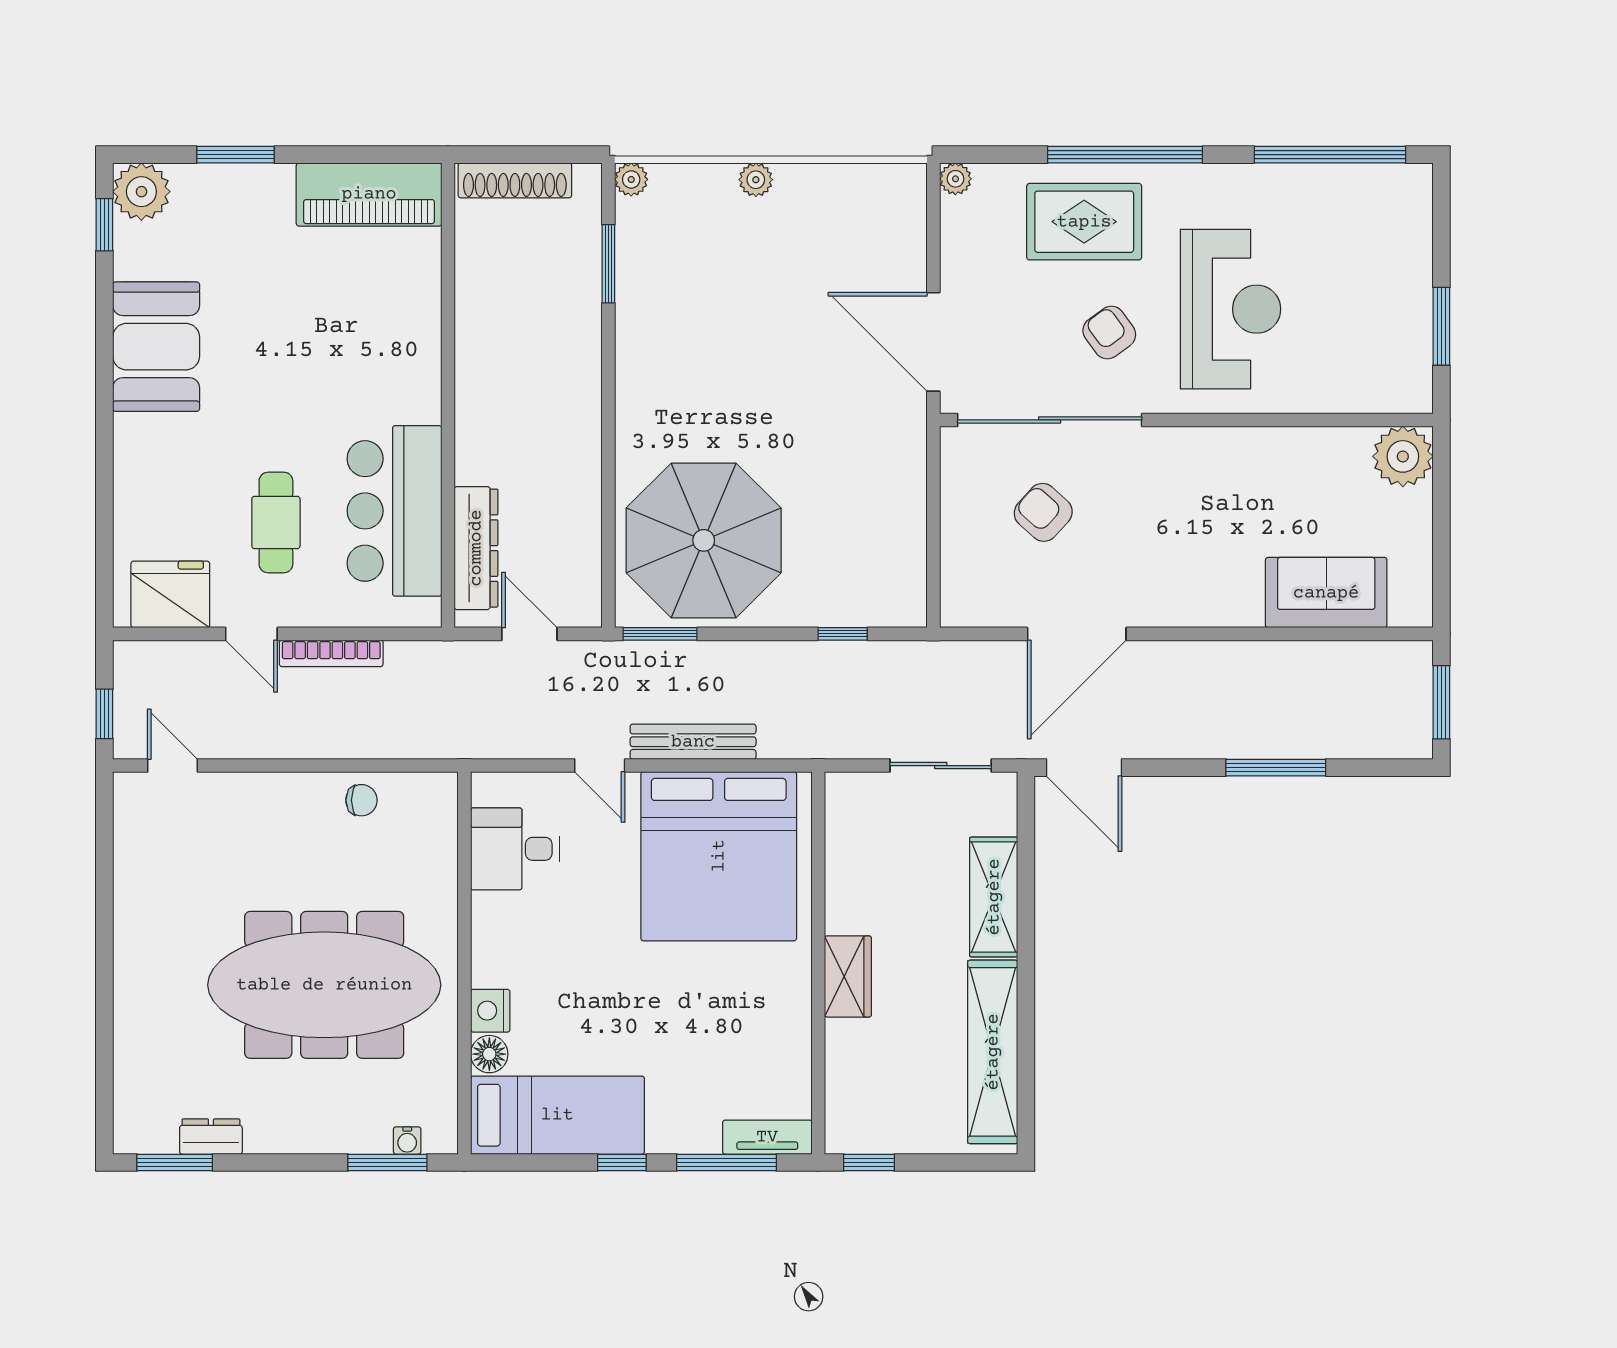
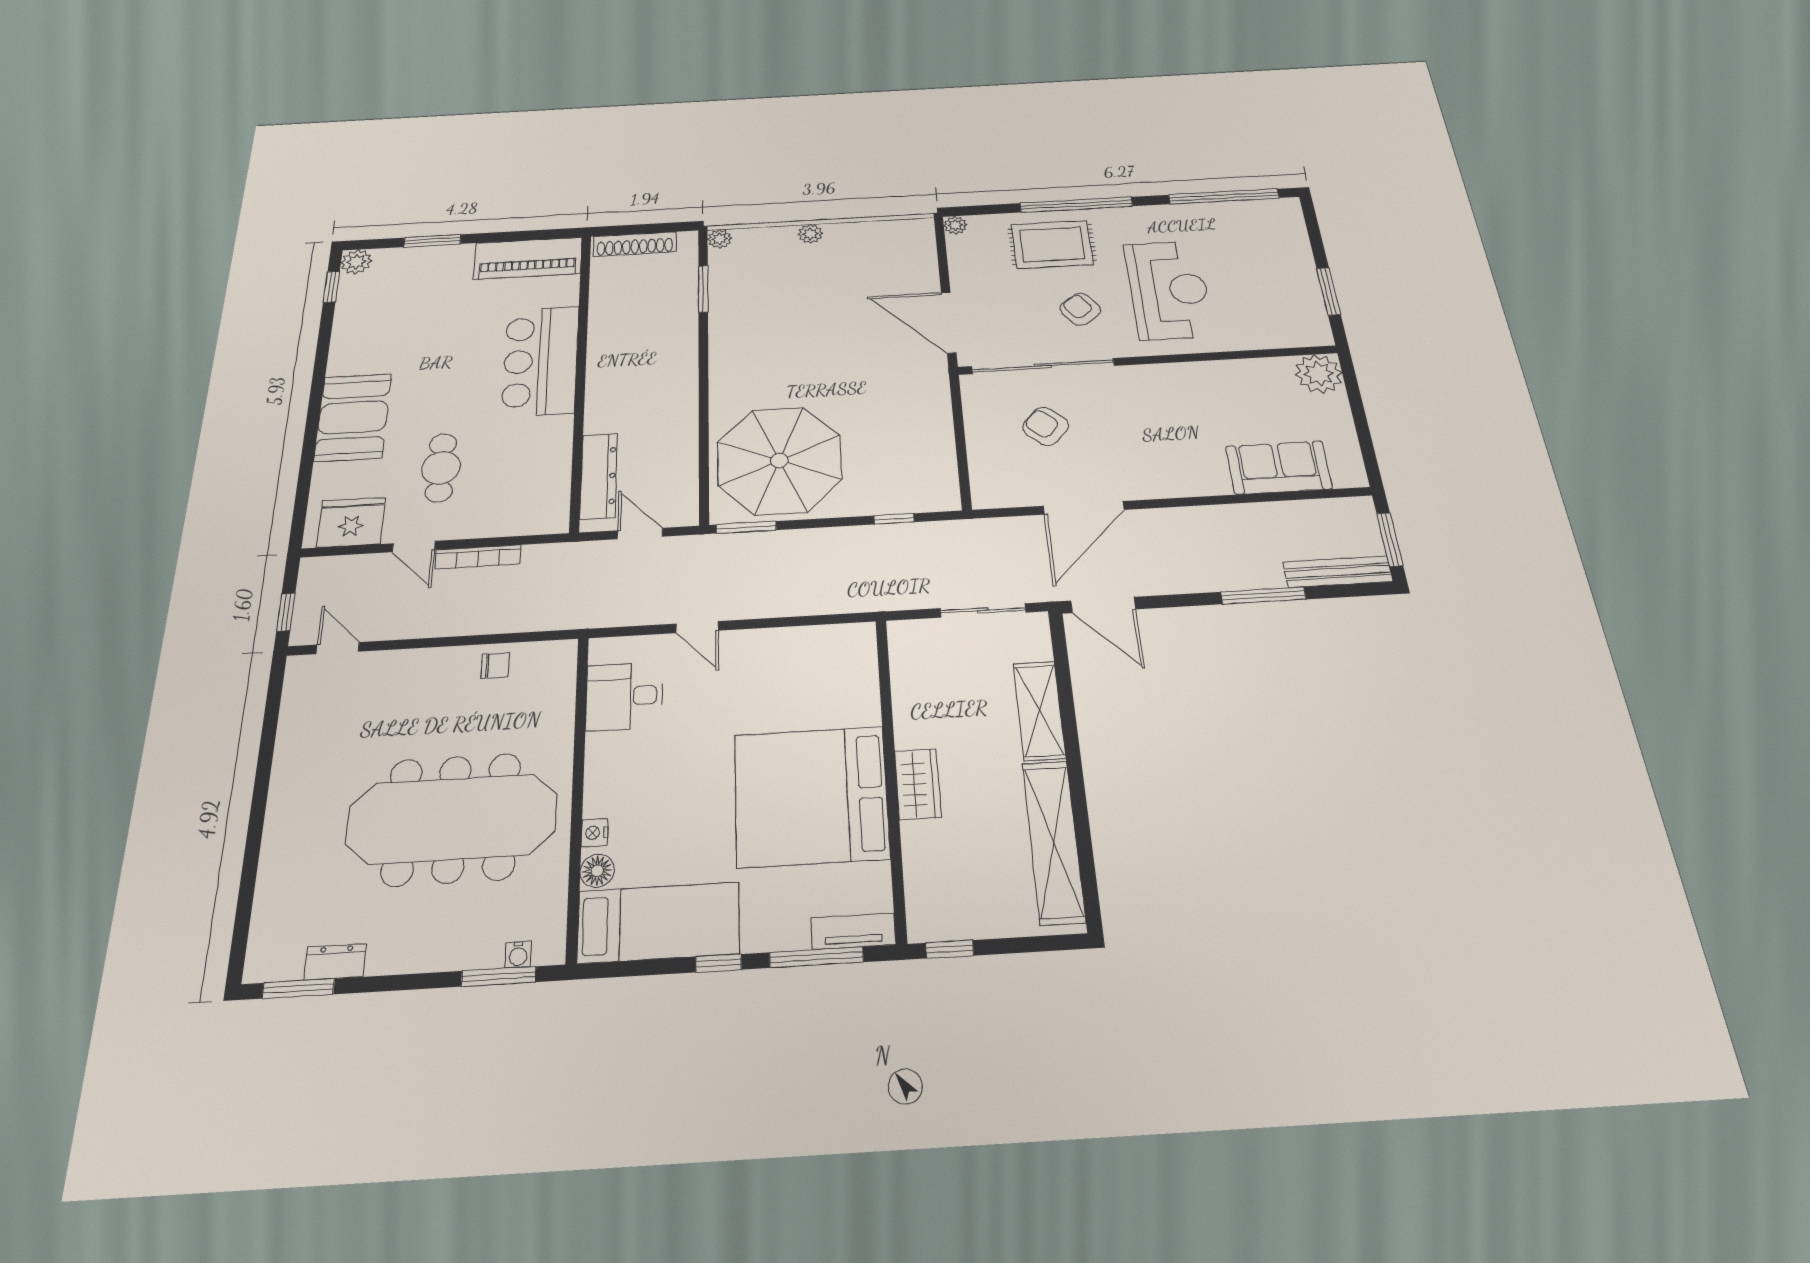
plant: (141, 192) -> (356, 262), width x0.73, depth x0.73
booth: (156, 347) -> (353, 417), moved
bar counter: (394, 511) -> (541, 361), moved
bench: (693, 742) -> (1338, 572), moved
bed: (719, 856) -> (811, 796), moved, turned 90
nightstand: (490, 1011) -> (595, 833), width x0.72, depth x0.74

